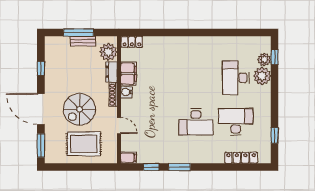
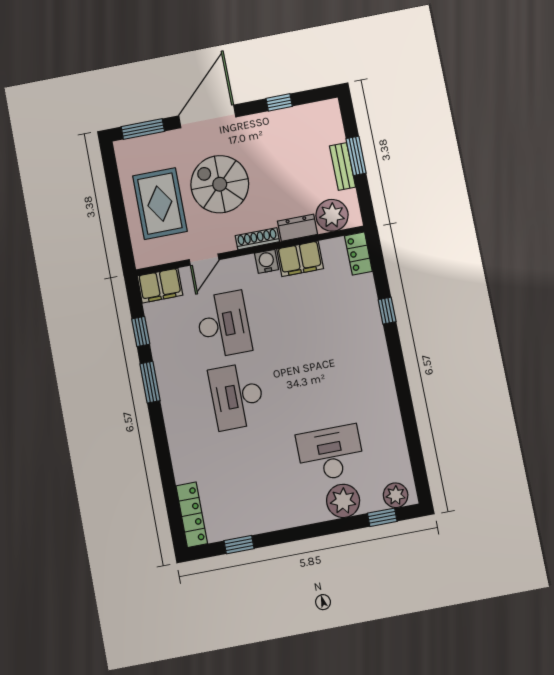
window: (79, 33) -> (356, 156), width x0.69
window: (166, 33) -> (387, 311), added
plant: (264, 60) -> (396, 495), moved
desk: (236, 122) -> (223, 325), moved
filing cabinet: (128, 158) -> (160, 286), width x2.00
locker: (241, 158) -> (192, 515), moved

